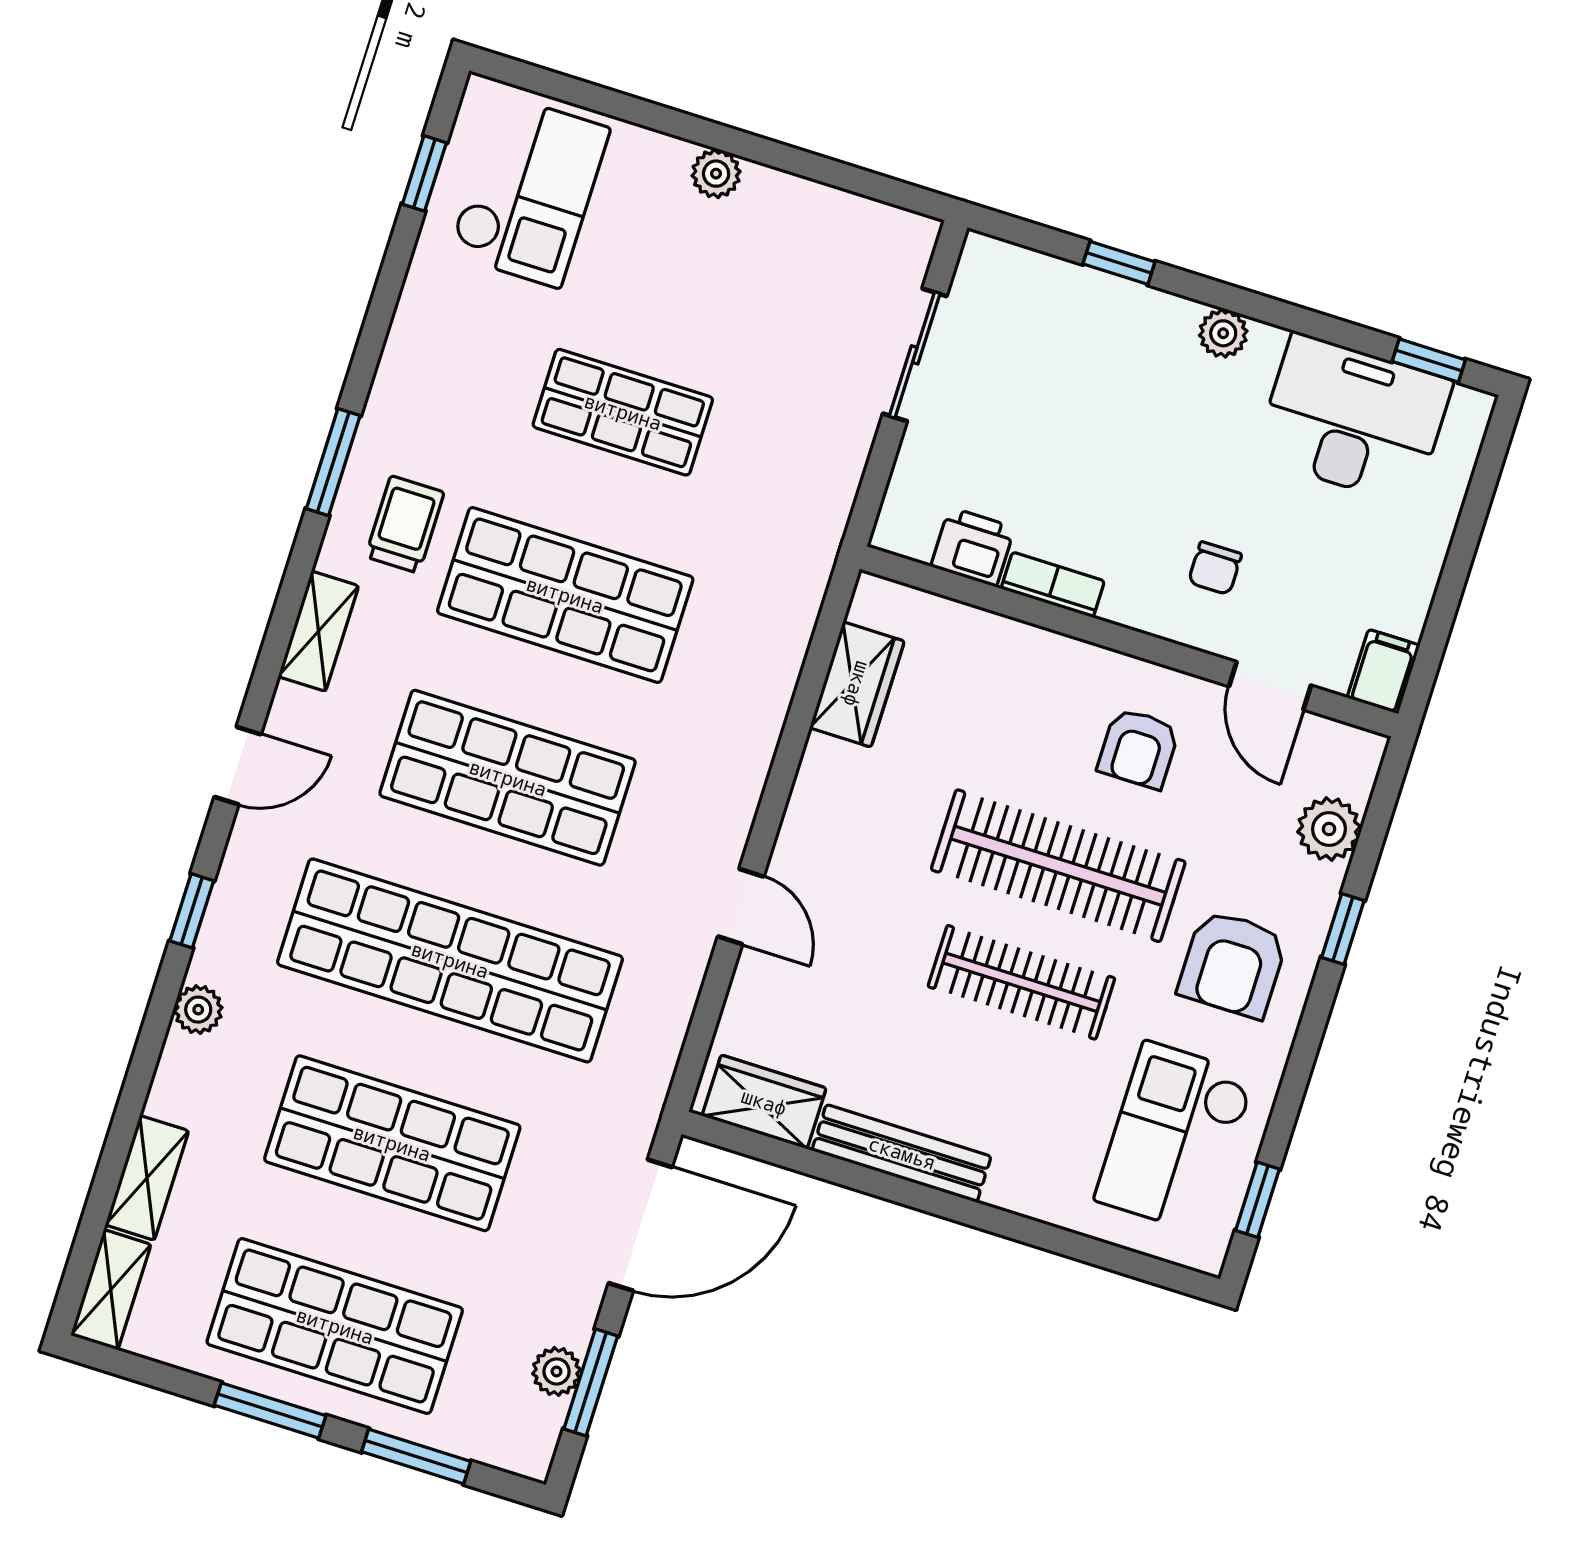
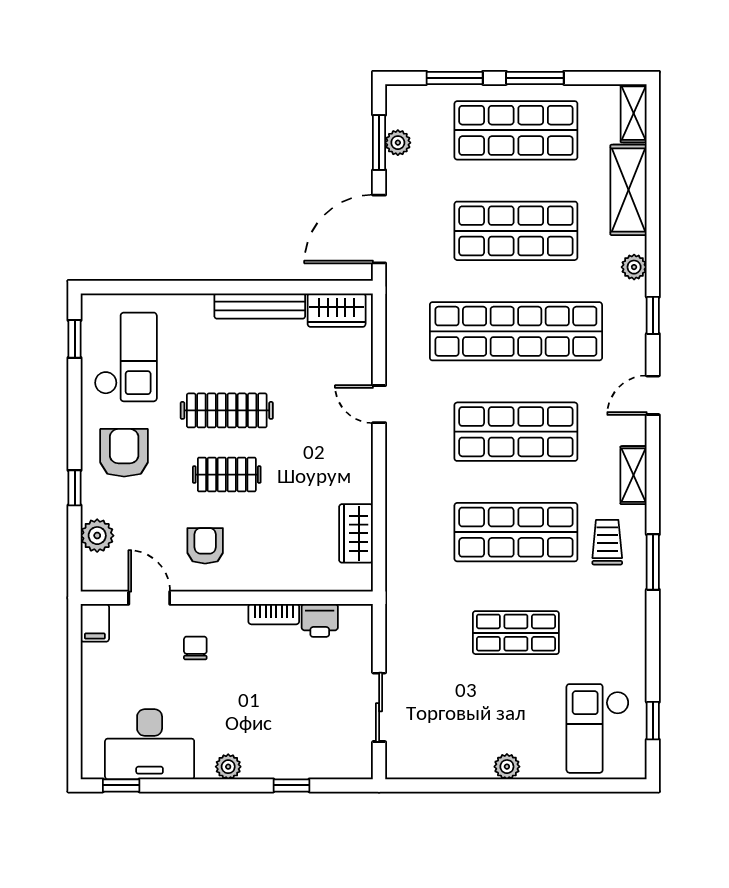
trolley: (405, 524) -> (607, 542), turned 180
clothes rail: (1058, 866) -> (227, 475), width x0.54, depth x0.76
shelving: (147, 1178) -> (629, 190), width x1.50, depth x1.33

